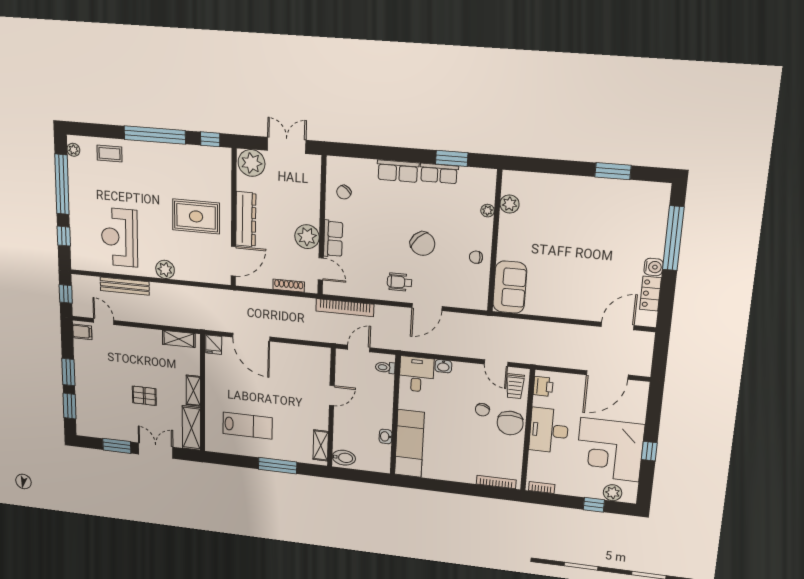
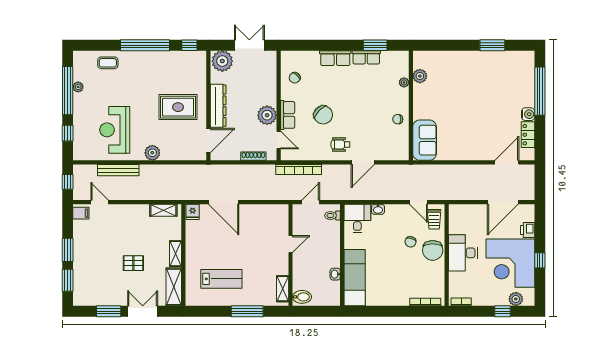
plant: (73, 150) -> (78, 87), moved
chair: (423, 244) -> (323, 115), moved
printer: (543, 386) -> (528, 230), moved, turned 180

